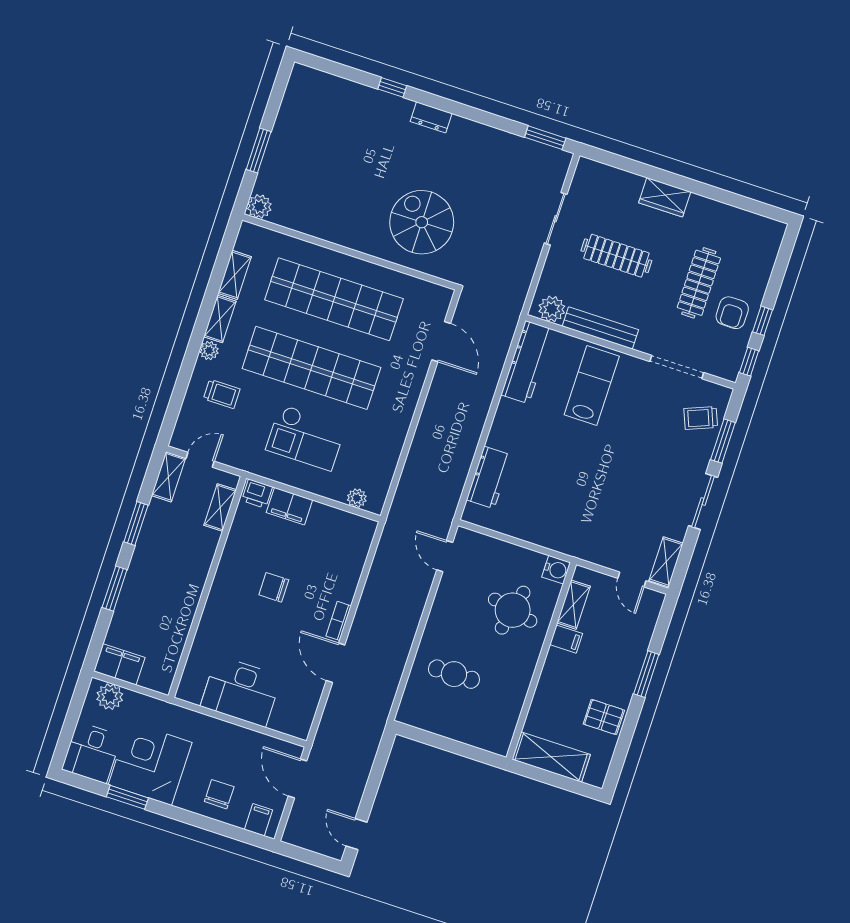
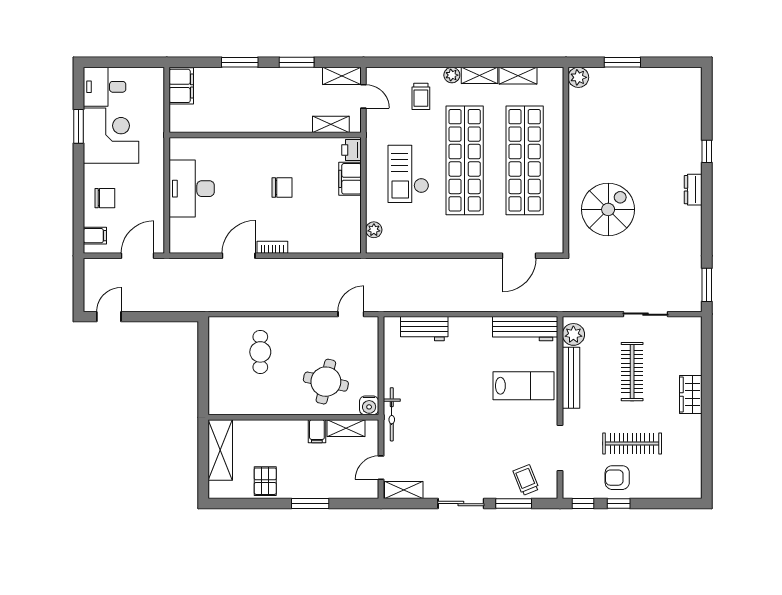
bicycle: (575, 547) -> (392, 414), added
chair: (274, 587) -> (282, 187), turned 90
plant: (110, 697) -> (153, 87), removed

